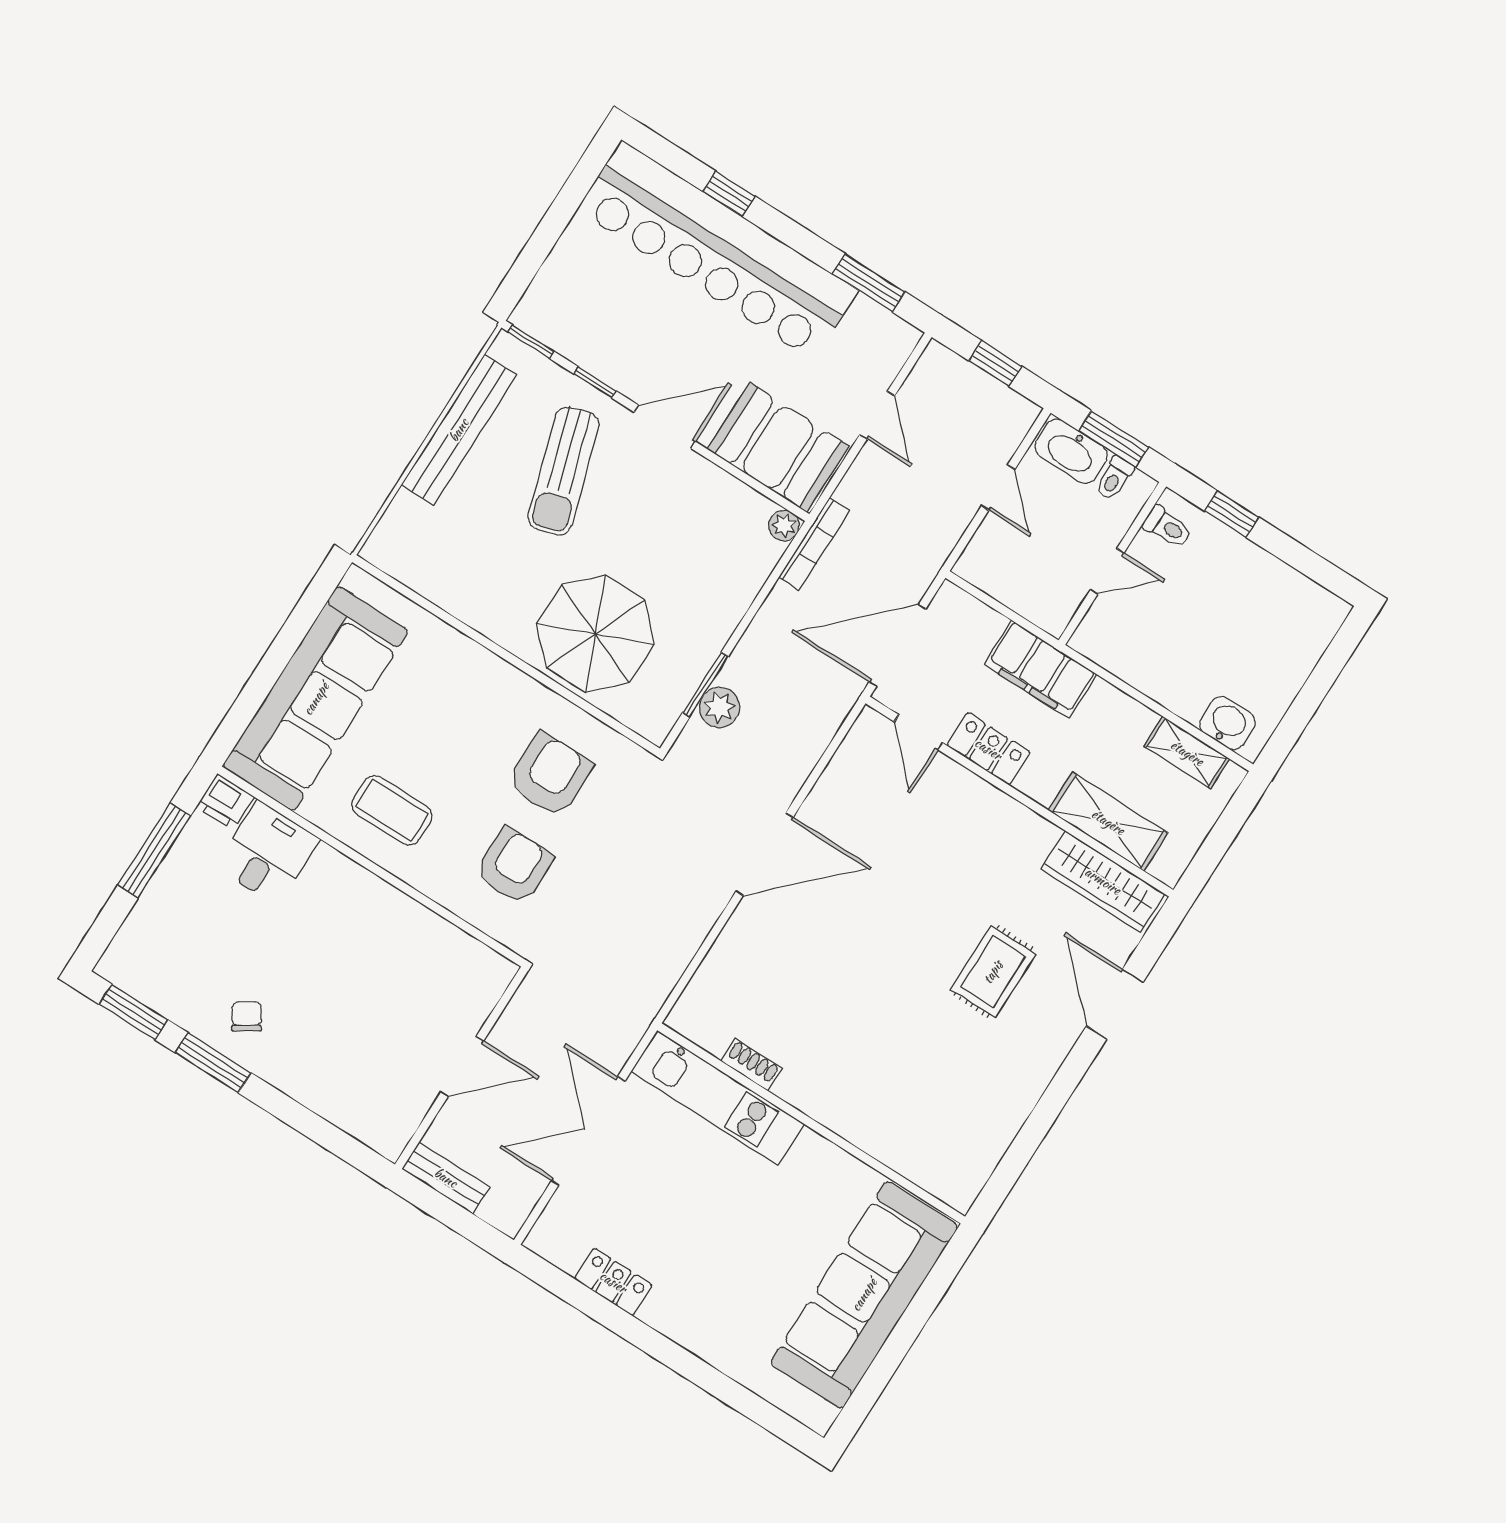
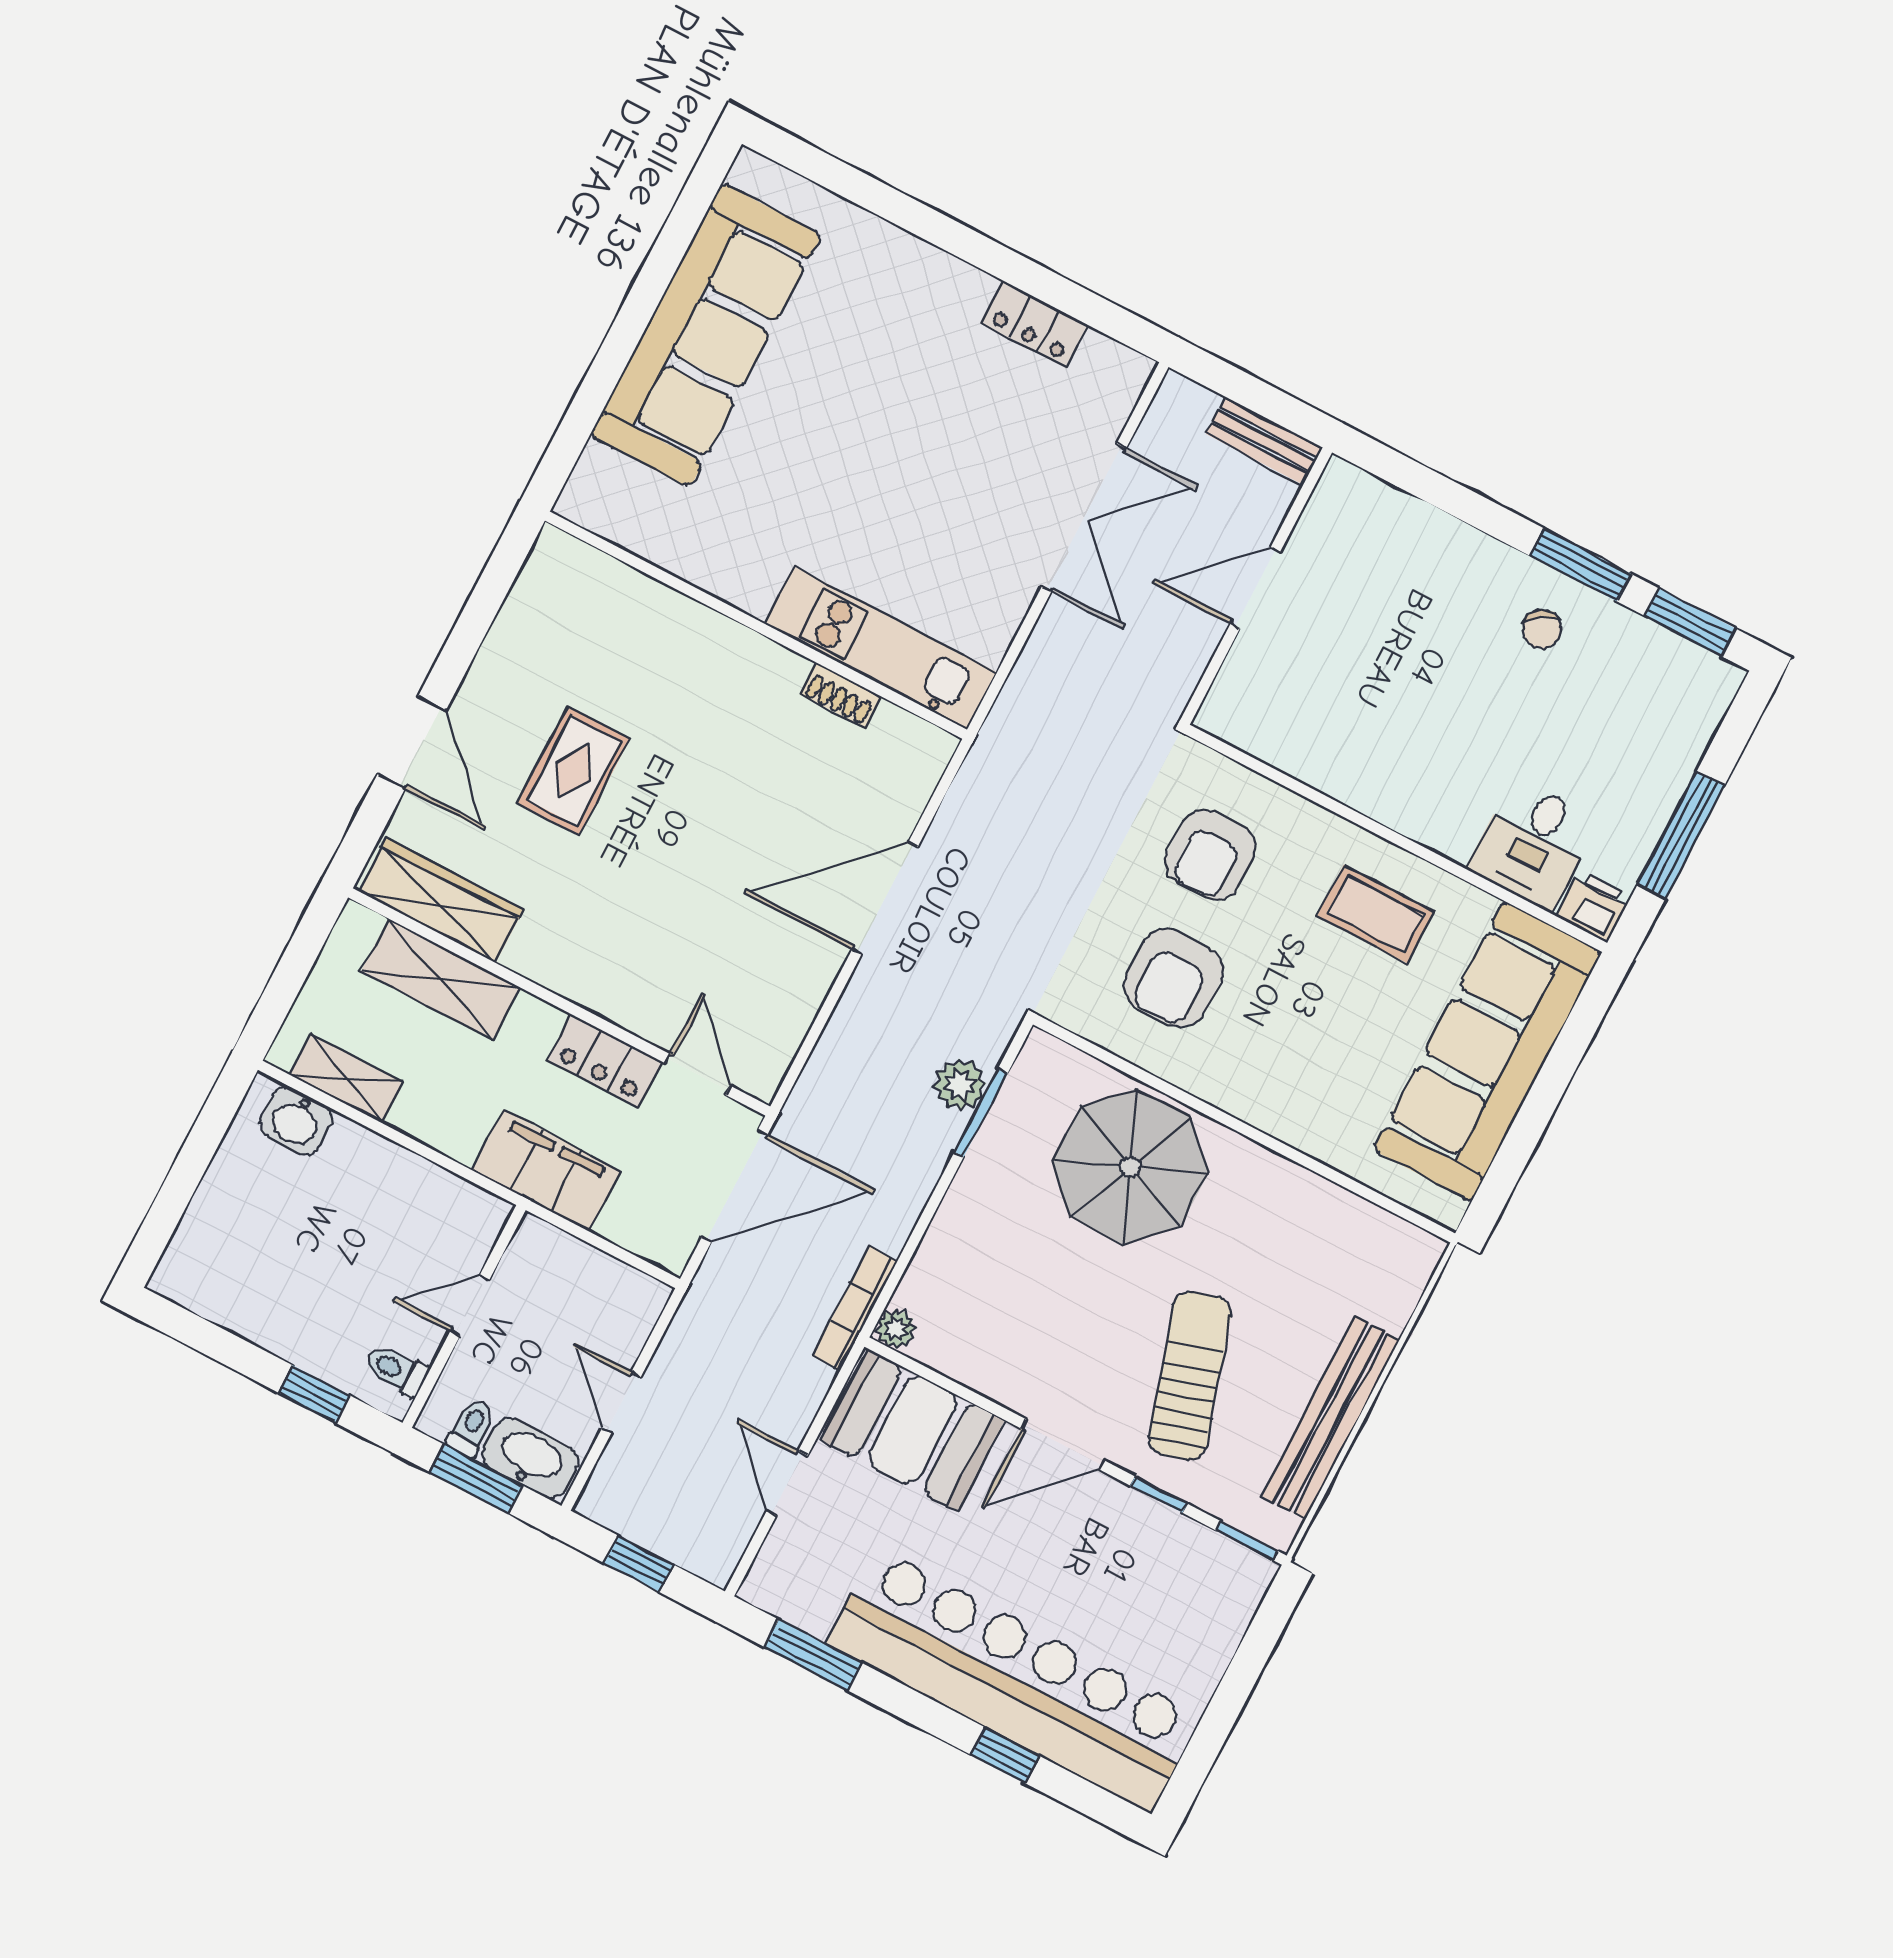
shoe rack: (751, 1065) -> (841, 695), moved
kitchen unit: (718, 1098) -> (881, 648), moved
wall: (811, 1123) -> (756, 625), moved

